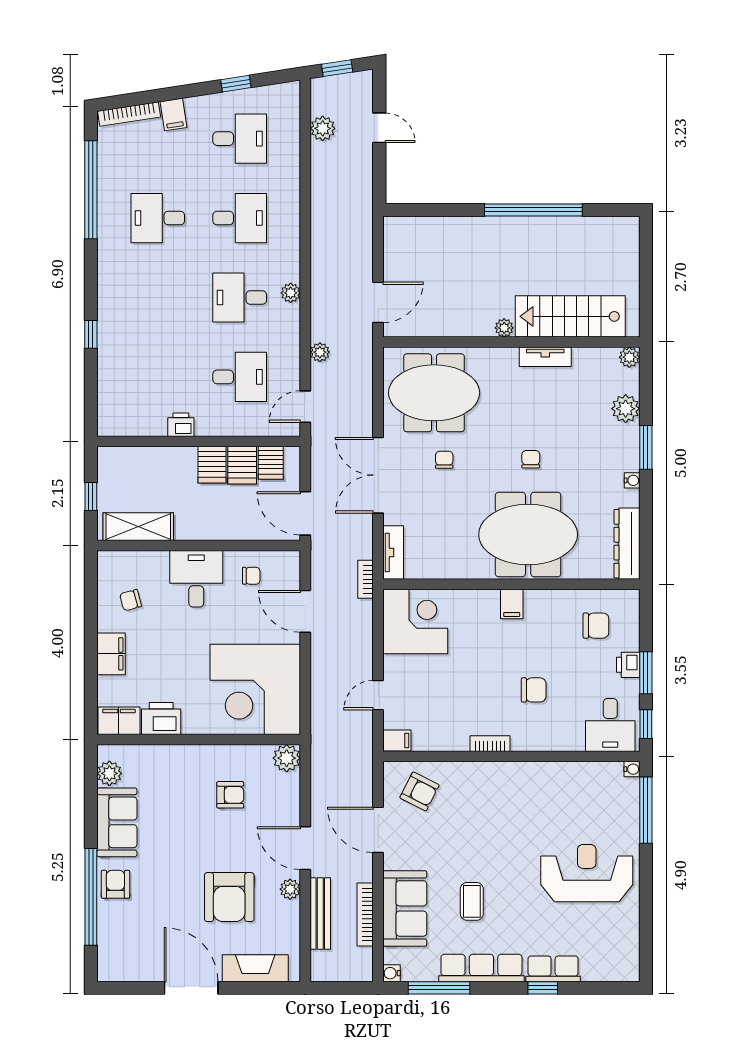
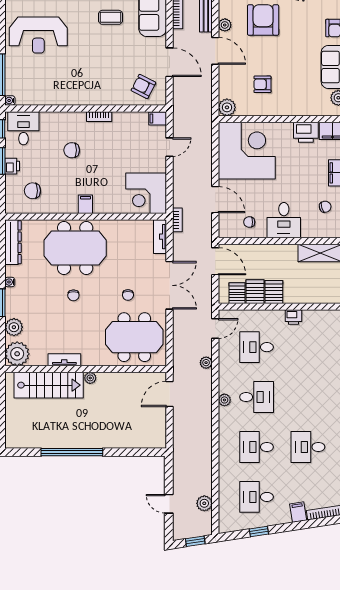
desk: (158, 218) -> (308, 447), turned 180
plant: (629, 357) -> (17, 354), width x1.88, depth x1.88
coffee table: (472, 901) -> (111, 17), turned 90

